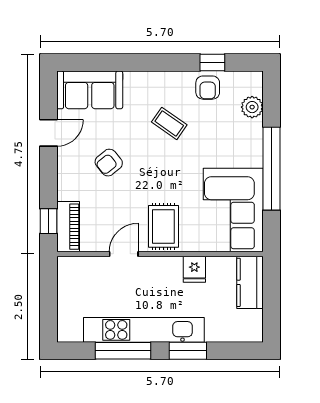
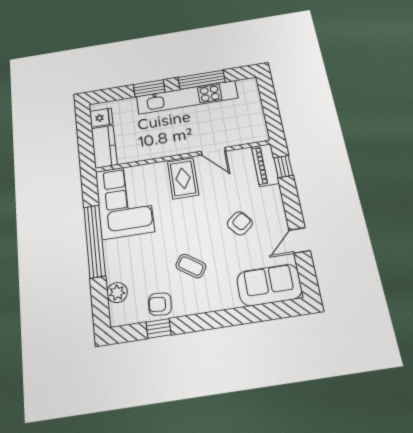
armchair: (208, 88) -> (160, 304), turned -85
door: (124, 254) -> (213, 151), hinge flipped
fridge: (194, 269) -> (101, 118), moved, turned 90

